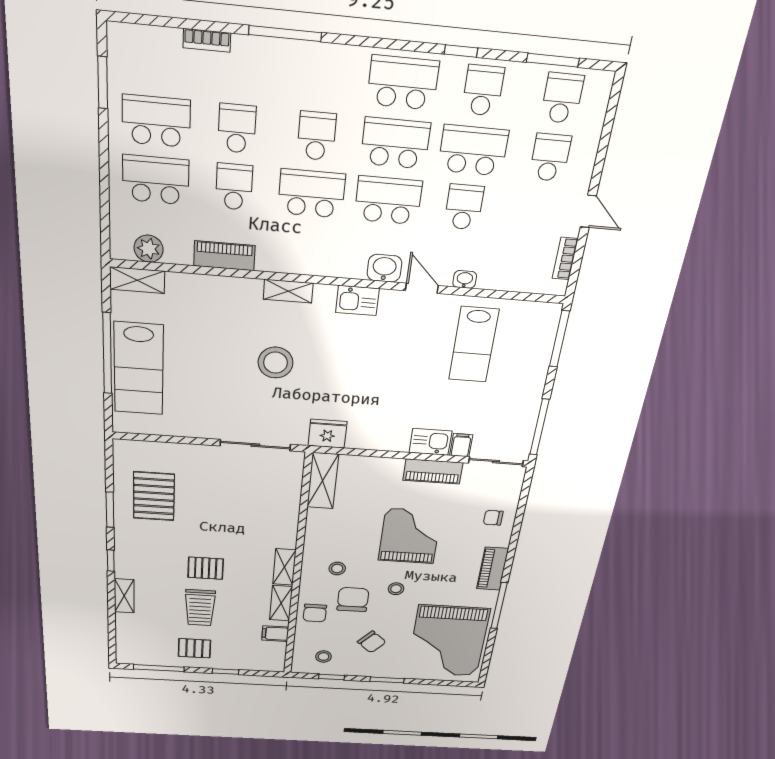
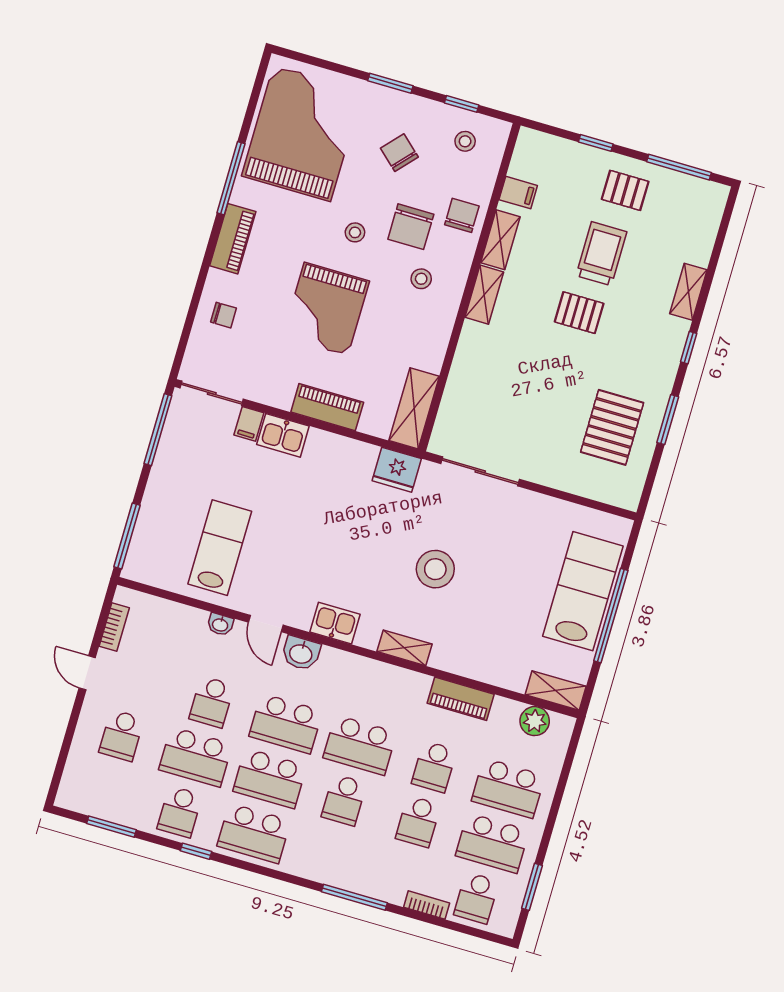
school desk: (562, 98) -> (476, 898), moved
piano: (433, 471) -> (327, 407), moved

